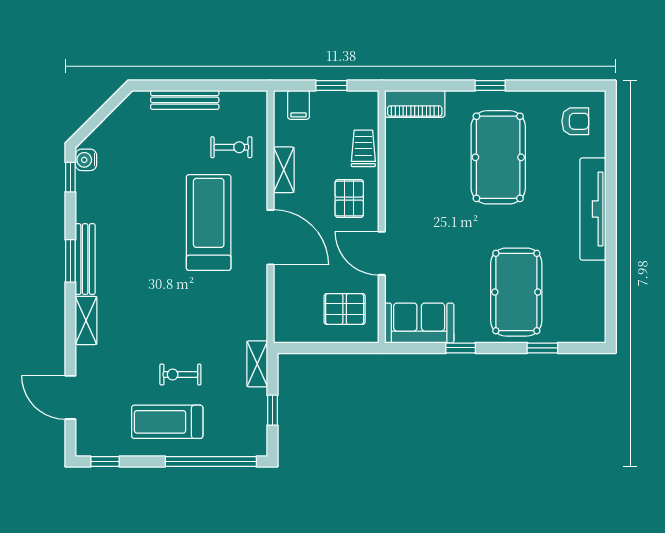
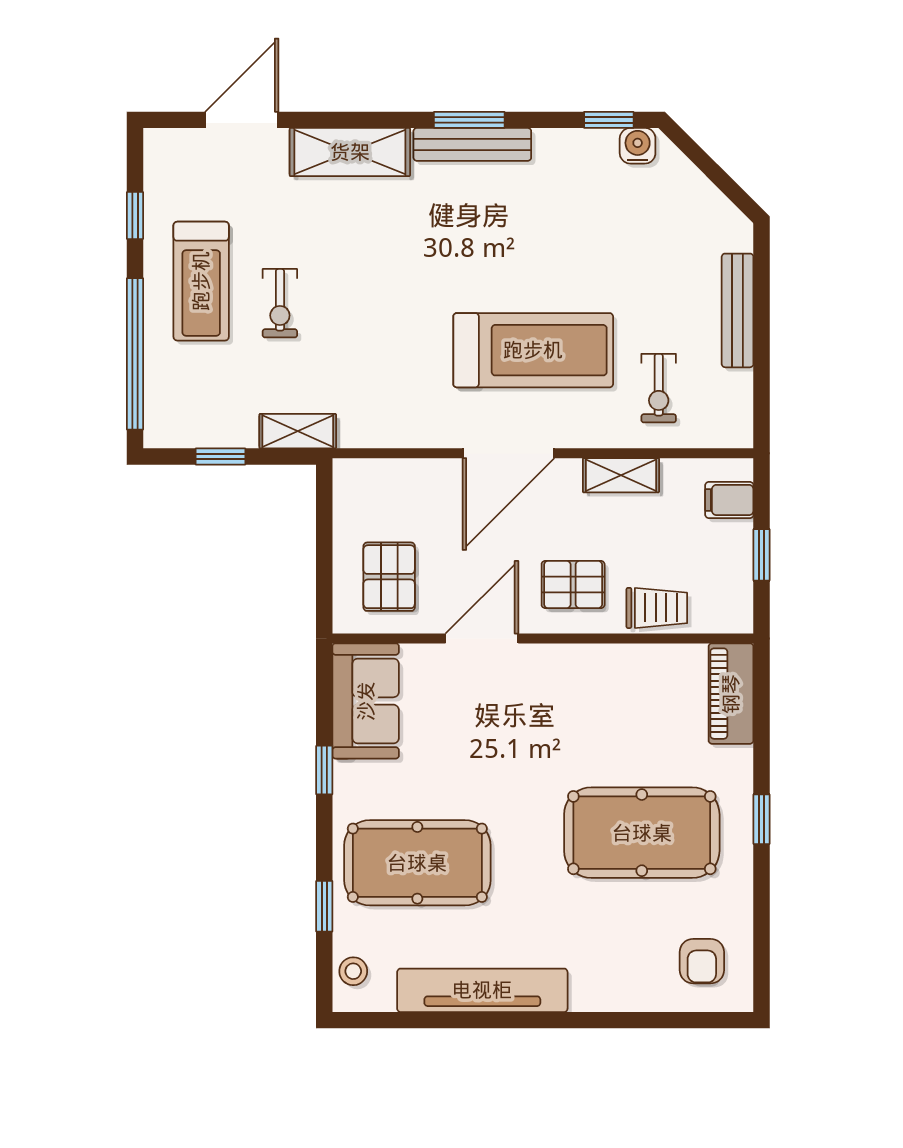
tv unit: (593, 209) -> (482, 990), moved
shelving: (86, 320) -> (350, 152), width x1.50, depth x1.33
stool: (581, 331) -> (353, 971), added
exercise bike: (180, 375) -> (280, 303), turned 180
treadmill: (167, 422) -> (201, 281), turned 180
window: (105, 462) -> (135, 215), moved

